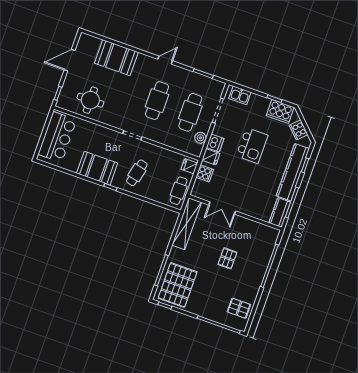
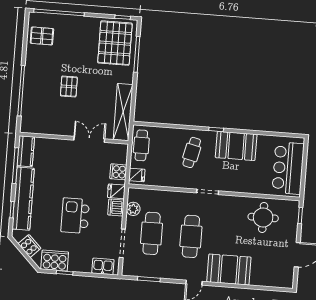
booth: (116, 58) -> (229, 270), moved

